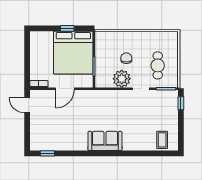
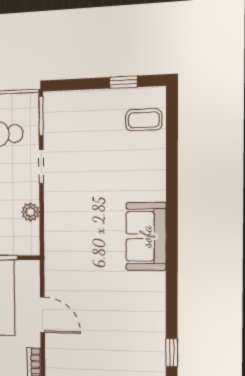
plant: (122, 79) -> (31, 212), width x0.53, depth x0.53
window: (181, 103) -> (124, 82), moved

